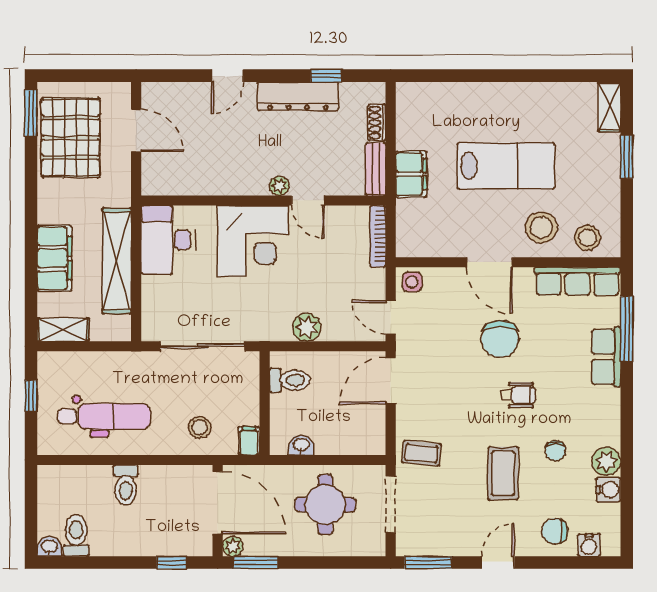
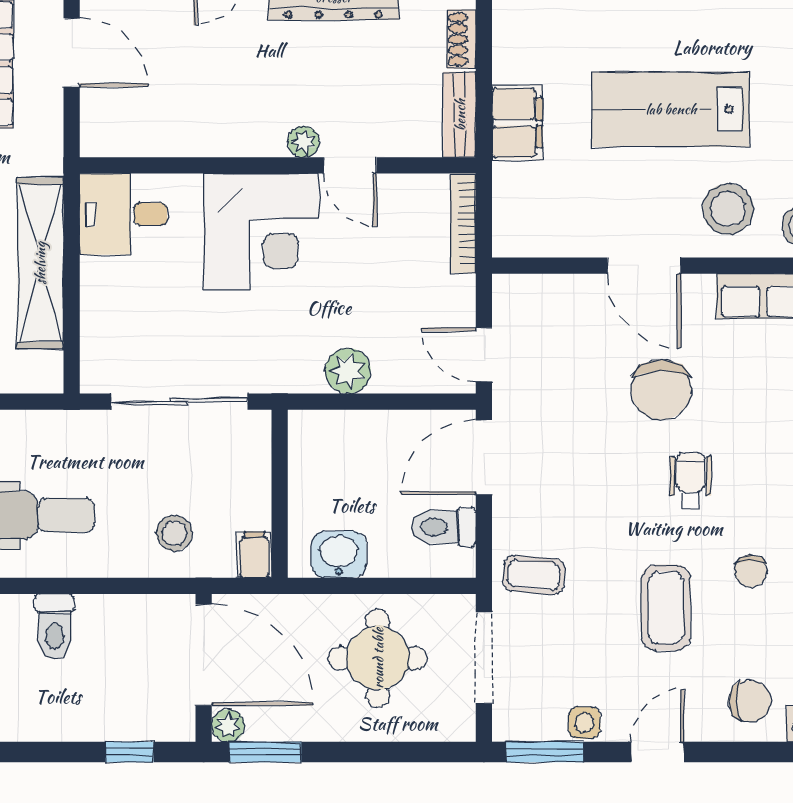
lab bench: (506, 166) -> (671, 109), turned 180
desk: (168, 240) -> (123, 214), width x0.73
side table: (412, 282) -> (584, 723), moved
toilet: (290, 380) -> (443, 527), moved, turned 180
wheelchair: (518, 395) -> (691, 481), turned -90
washbasin: (301, 445) -> (339, 554), width x1.38, depth x1.45
chair: (555, 531) -> (750, 701), turned 180

